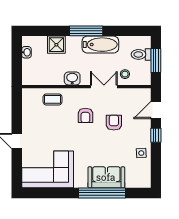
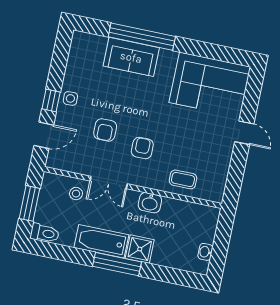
shower: (56, 45) -> (140, 249), moved
toilet: (141, 54) -> (45, 233), moved
side table: (141, 153) -> (70, 98), moved

